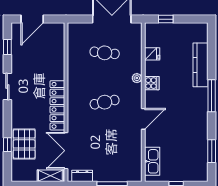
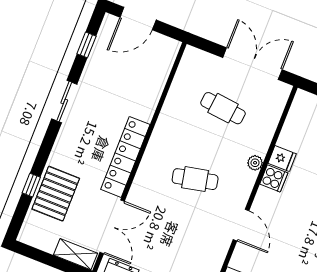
fridge: (152, 54) -> (282, 159), moved
door: (143, 119) -> (241, 225), hinge flipped
double door: (66, 151) -> (112, 227), swing flipped

